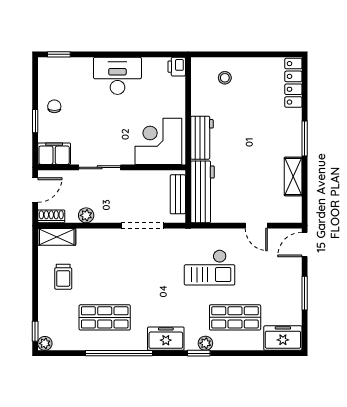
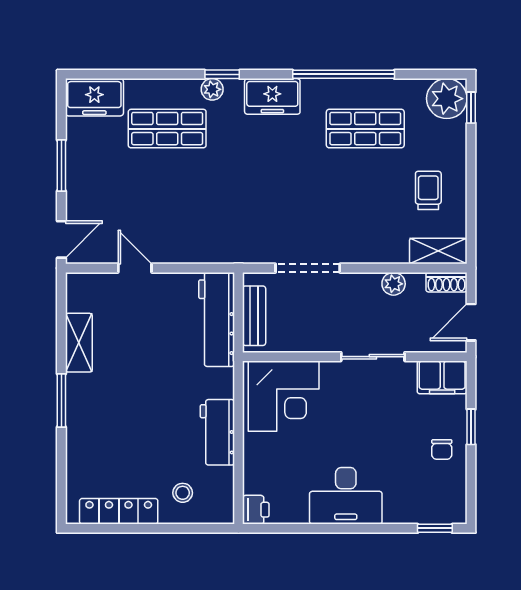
locker: (293, 83) -> (119, 511), moved, turned -90
workbench: (202, 138) -> (217, 432), moved
checkout: (210, 267) -> (206, 204), removed
plant: (45, 343) -> (447, 99), width x1.88, depth x1.88

